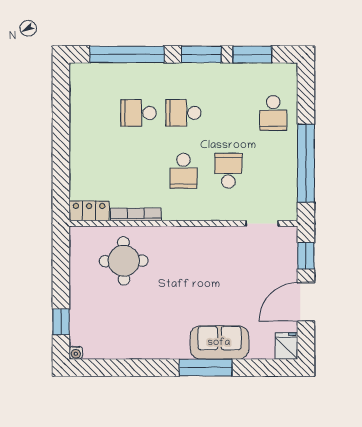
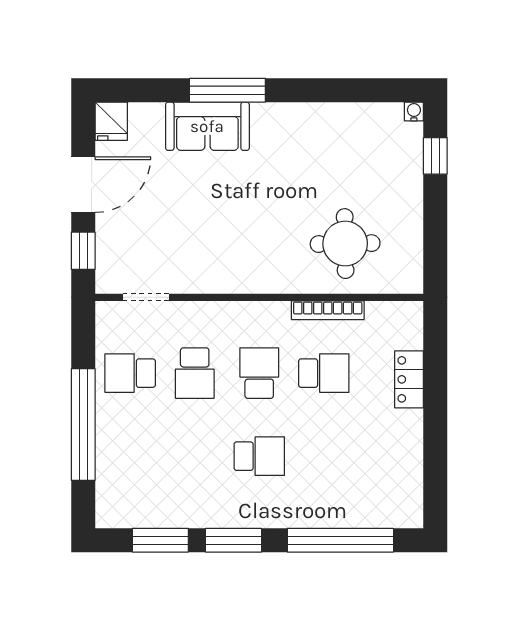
school desk: (139, 113) -> (324, 373), moved
school desk: (273, 113) -> (130, 373), moved, turned -90
window: (306, 163) -> (83, 425), moved
locker: (89, 211) -> (409, 379), moved, turned 90

